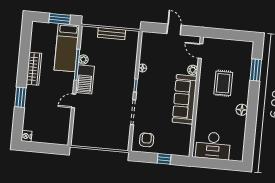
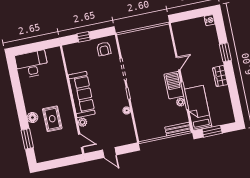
bench: (112, 34) -> (178, 129), moved
wardrobe: (34, 69) -> (220, 76), width x0.67
floor lamp: (242, 110) -> (32, 117), moved
desk: (213, 146) -> (32, 64), moved

